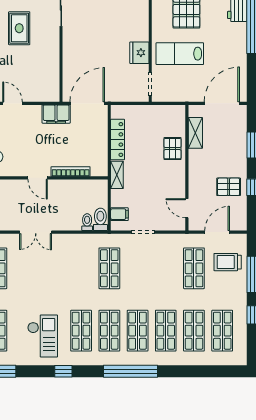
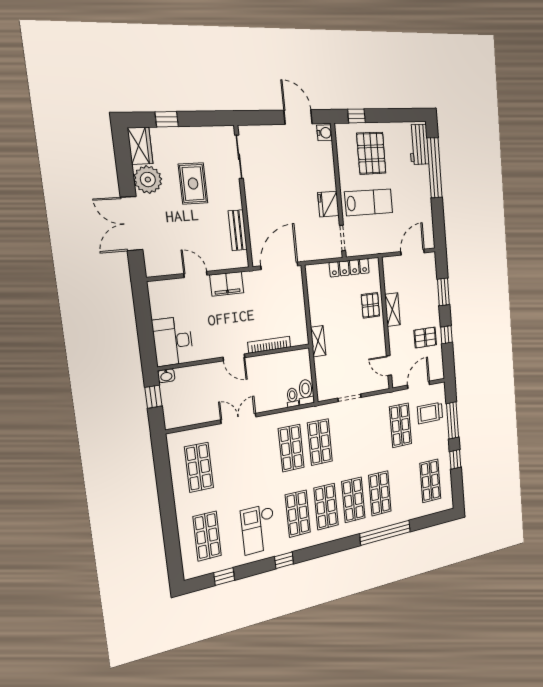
lab bench: (180, 54) -> (369, 202), turned 180
bench: (53, 69) -> (238, 230), added
door: (222, 103) -> (413, 252), width x0.73
filing cabinet: (56, 114) -> (227, 284), moved
shelving: (195, 133) -> (392, 310), moved
locker: (117, 139) -> (349, 268), moved, turned 90
filing cabinet: (119, 214) -> (325, 383), removed
double door: (36, 232) -> (238, 418), swing flipped
shop shelf: (194, 331) -> (291, 448), moved
checkout: (43, 336) -> (258, 529), turned 180
window: (130, 371) -> (385, 533), moved

